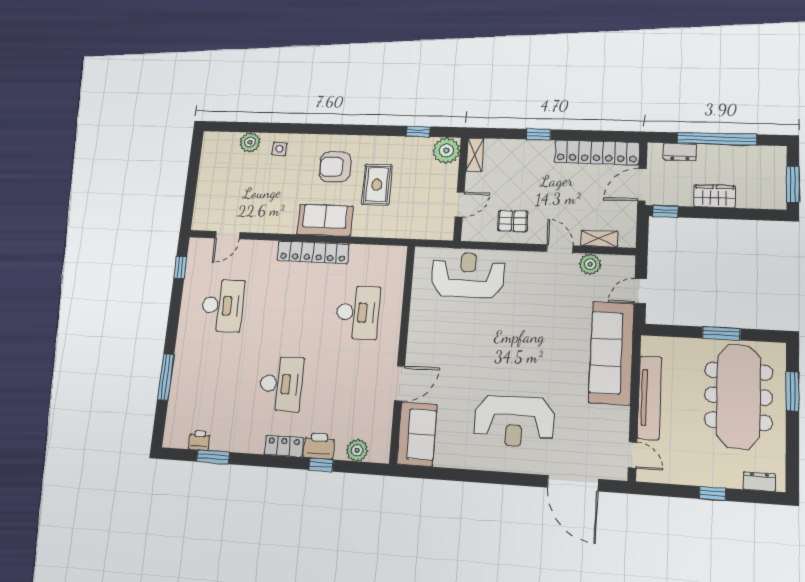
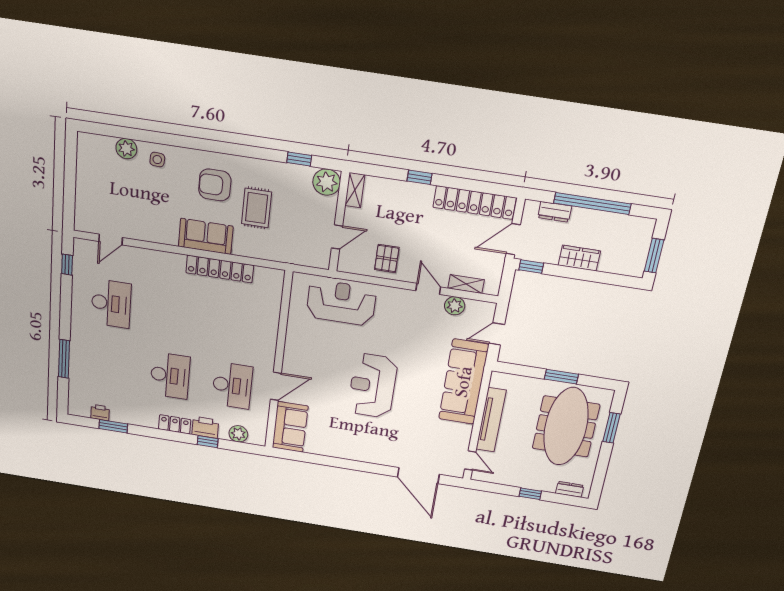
pallet: (513, 221) -> (387, 258), turned 90
locker: (313, 252) -> (220, 269), moved
desk: (358, 312) -> (232, 385), moved
reception desk: (514, 421) -> (372, 386), moved, turned 90

